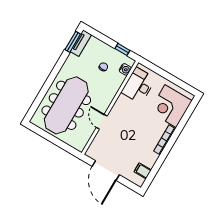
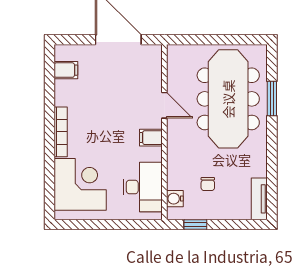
window: (73, 42) -> (272, 98), moved
filing cabinet: (119, 109) -> (151, 138), added

